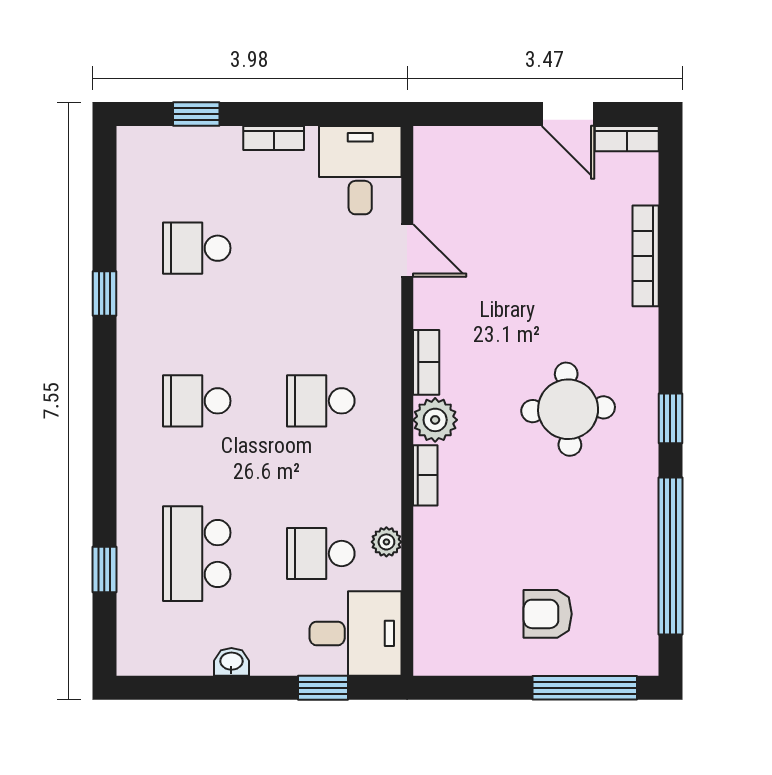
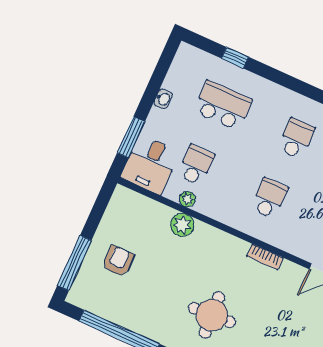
plant: (435, 420) -> (182, 225), moved
bookcase: (425, 475) -> (211, 232), removed
window: (323, 688) -> (131, 137), width x1.50

